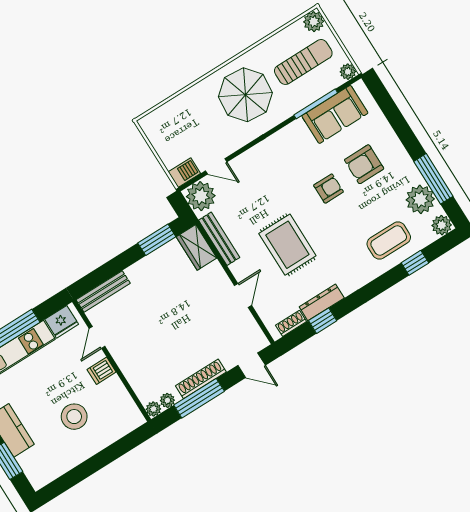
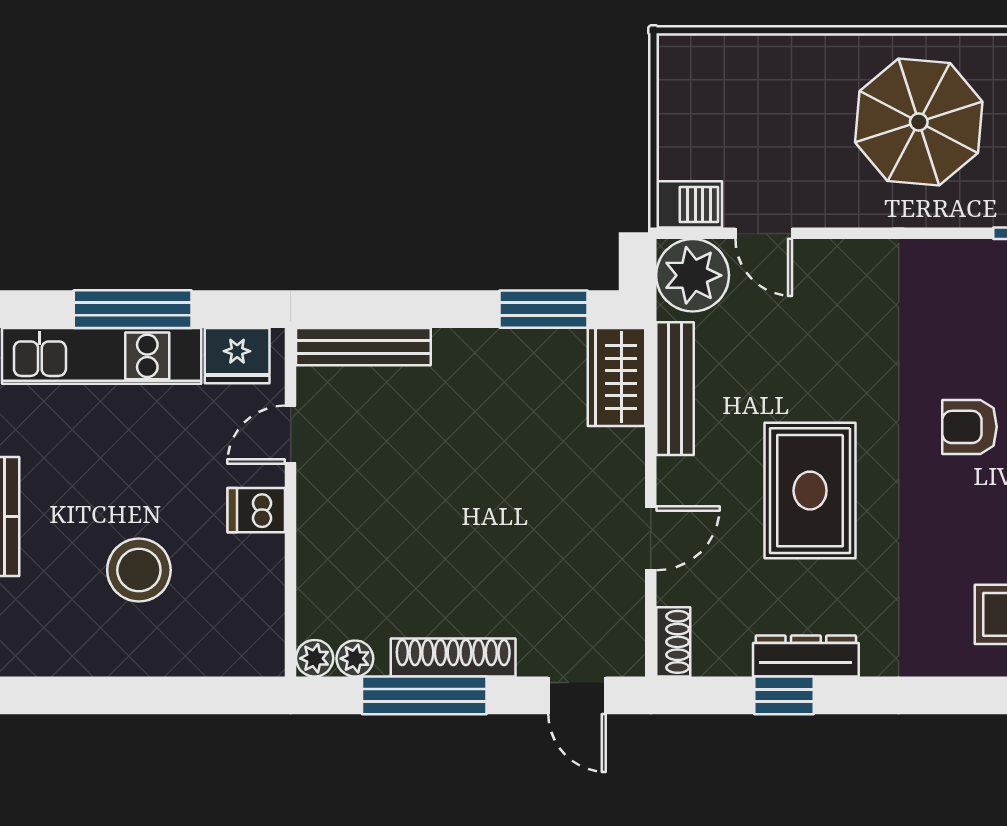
armchair: (328, 189) -> (969, 427), turned 180
shoe rack: (291, 323) -> (673, 642), moved, turned 90

